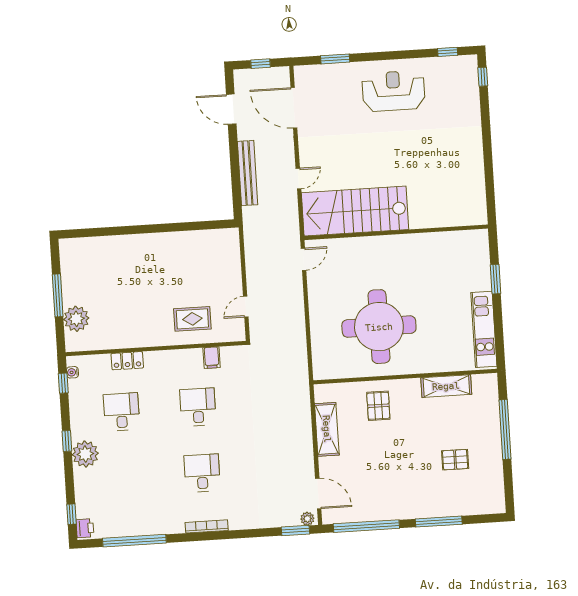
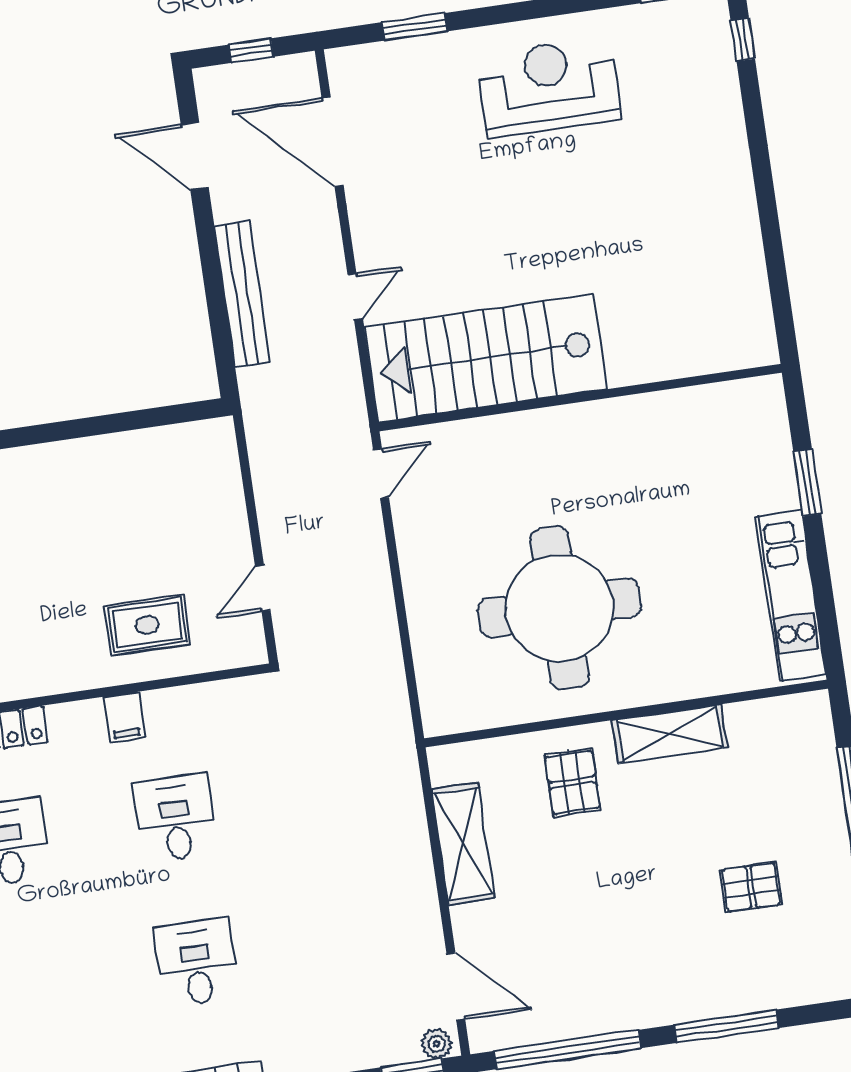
filing cabinet: (212, 358) -> (124, 717), moved
shelving: (446, 386) -> (670, 734), moved

